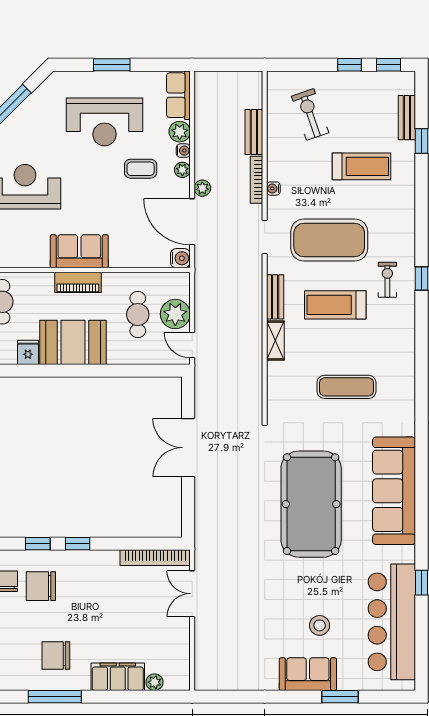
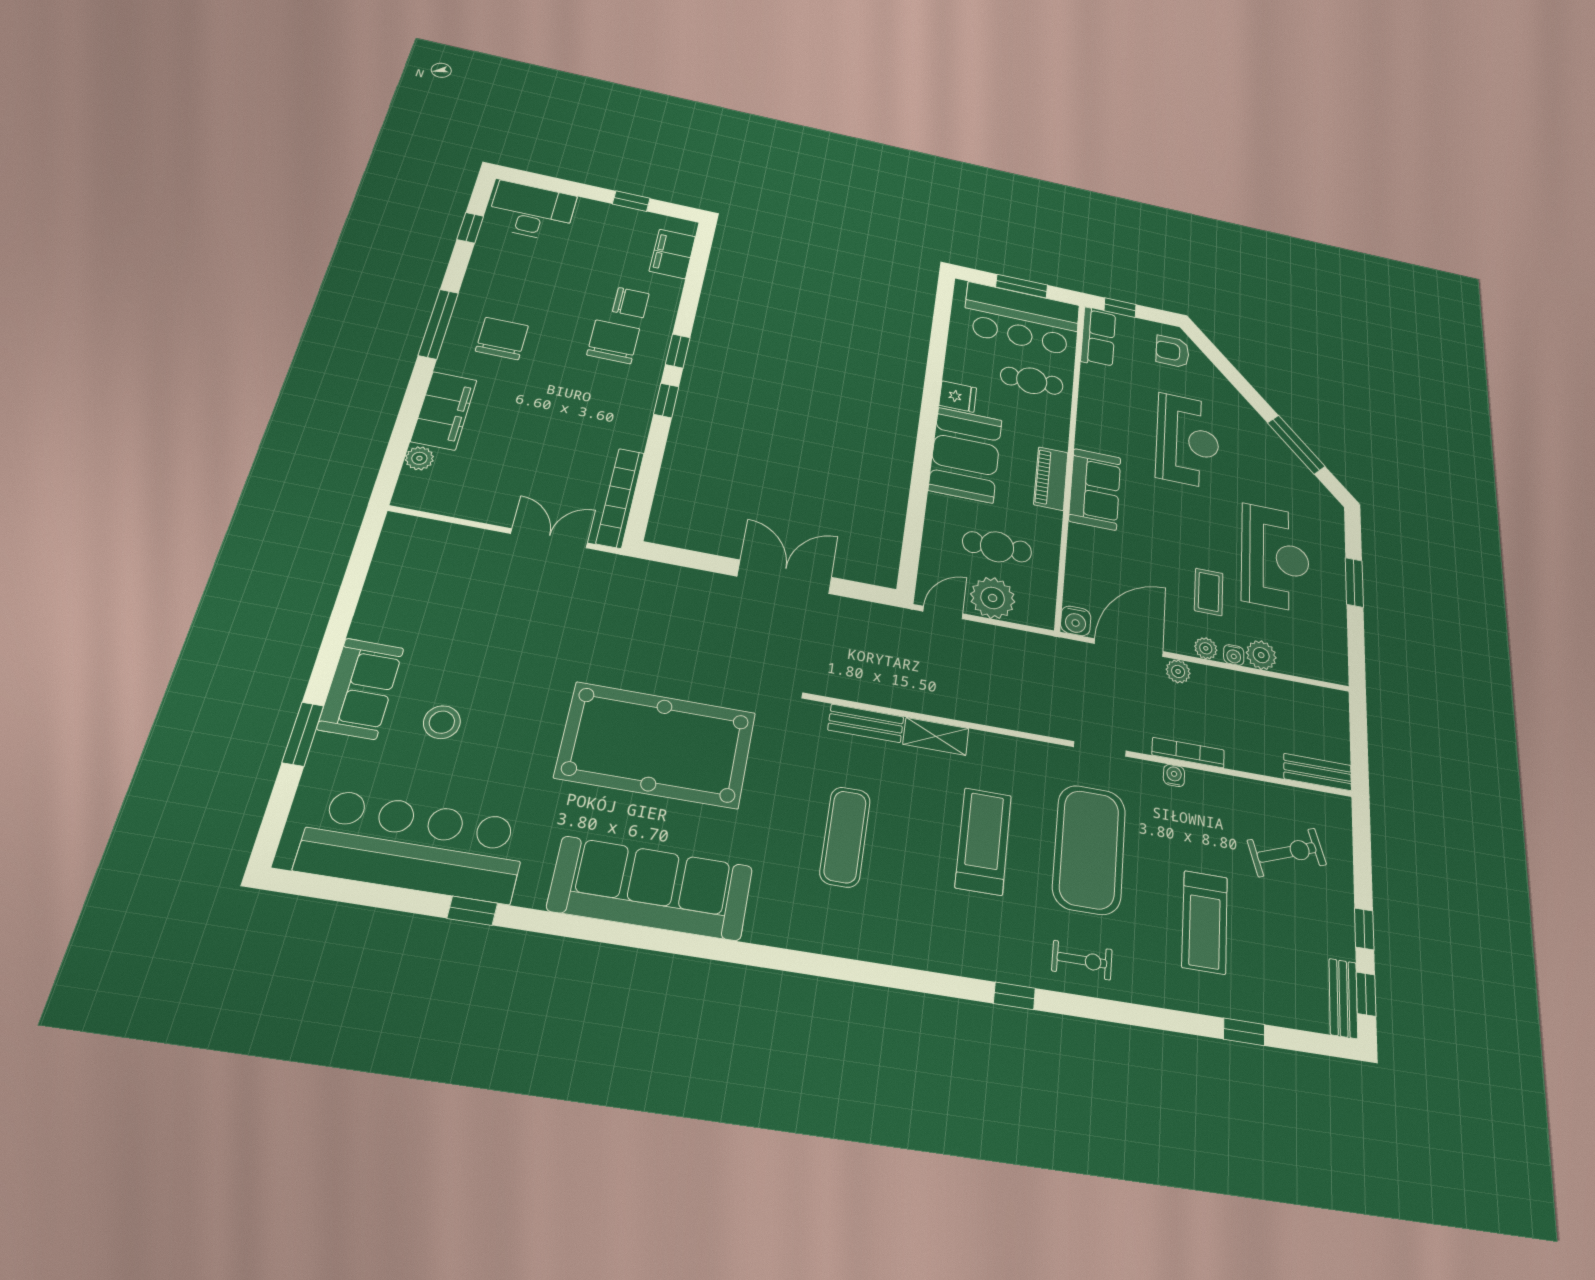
row of seats: (178, 95) -> (1314, 663), removed
bench: (407, 118) -> (1343, 998), moved, turned 90
reception desk: (104, 122) -> (1275, 557), turned 180
bench: (254, 132) -> (1318, 772), moved
exercise bike: (387, 280) -> (1082, 960), moved
bench: (275, 297) -> (866, 723), moved

